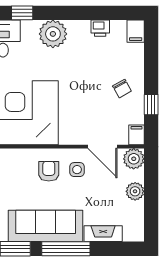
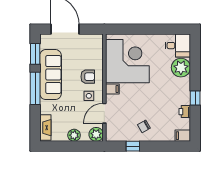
window: (22, 13) -> (195, 98), moved
plant: (53, 34) -> (181, 68), moved
filing cabinet: (137, 135) -> (112, 89), moved
fireplace: (103, 234) -> (45, 128), moved

